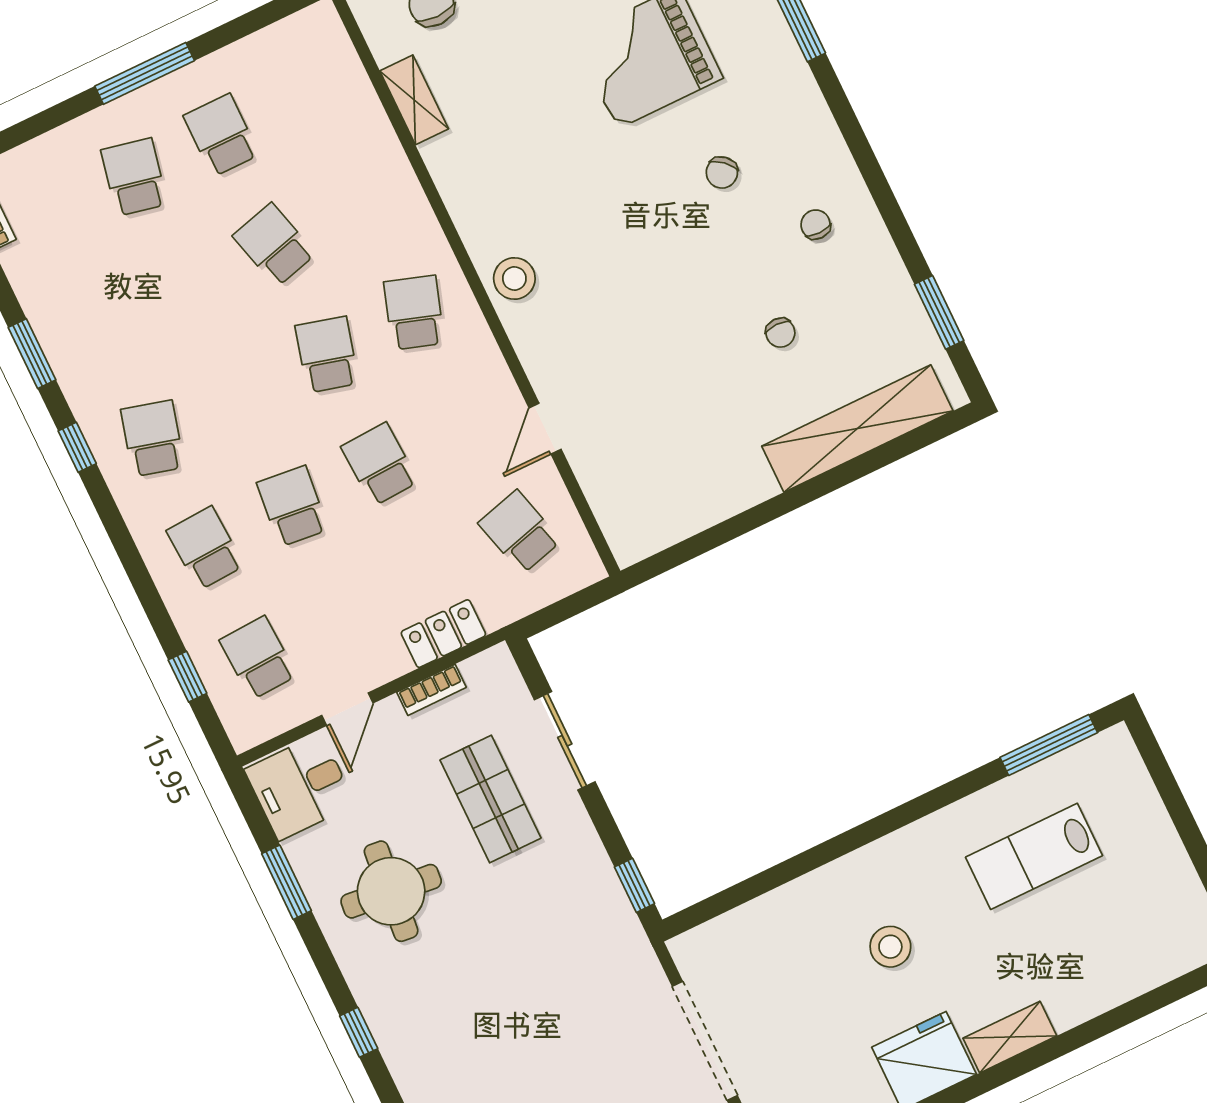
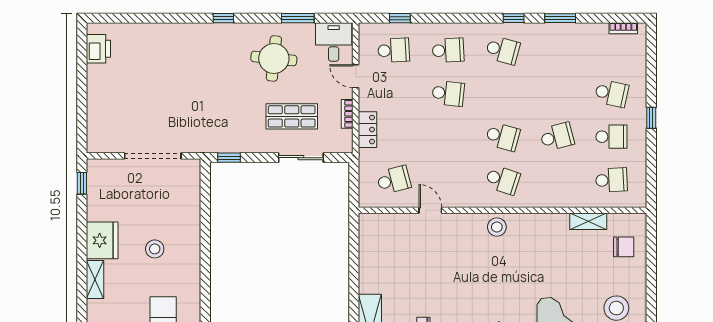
window: (145, 73) -> (651, 118), width x0.46
school desk: (380, 464) -> (611, 180), moved

